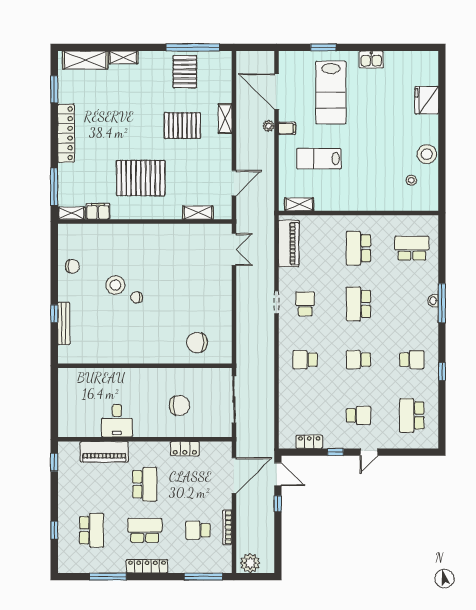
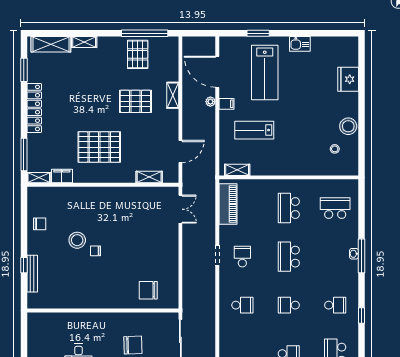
school desk: (305, 360) -> (242, 305), turned 180

